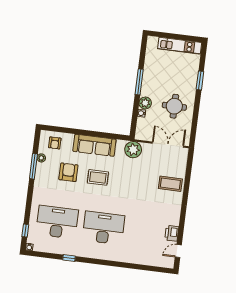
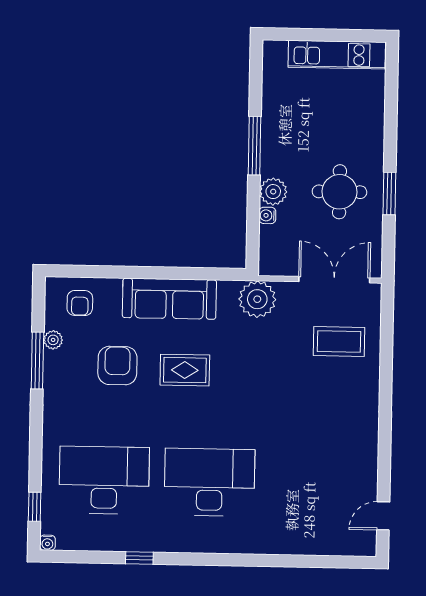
window: (200, 80) -> (389, 194), moved
coffee table: (170, 184) -> (339, 342), moved
printer: (172, 233) -> (364, 478), removed

